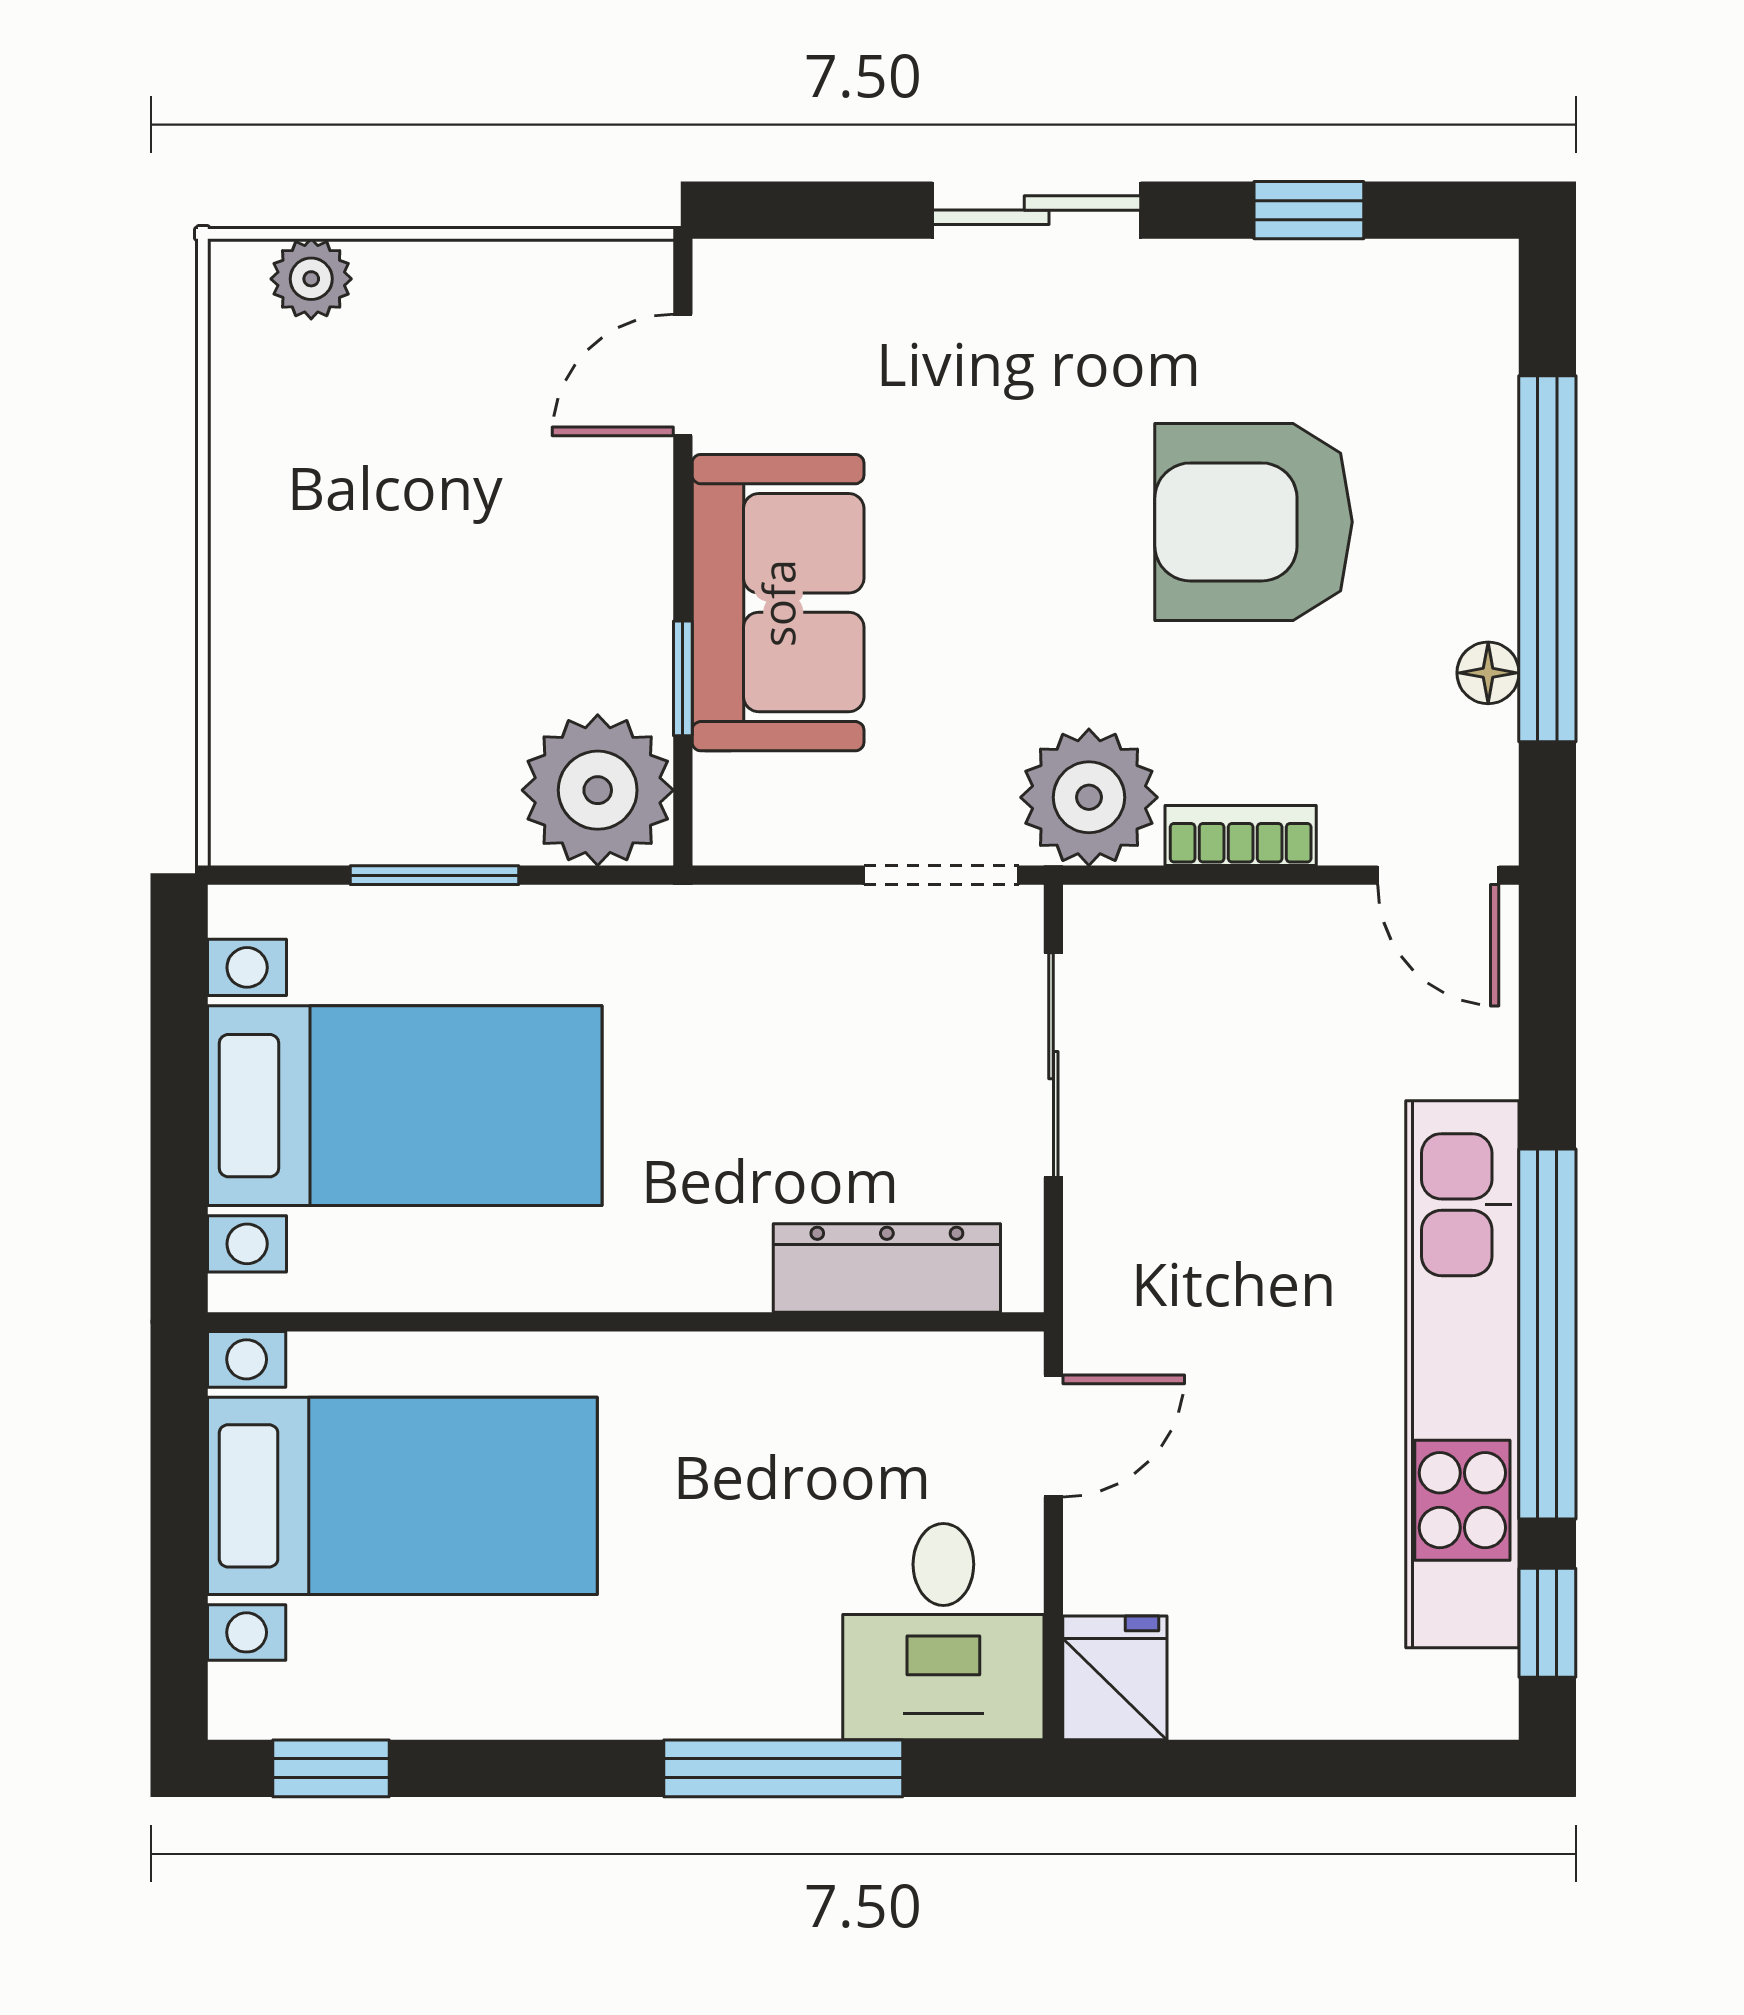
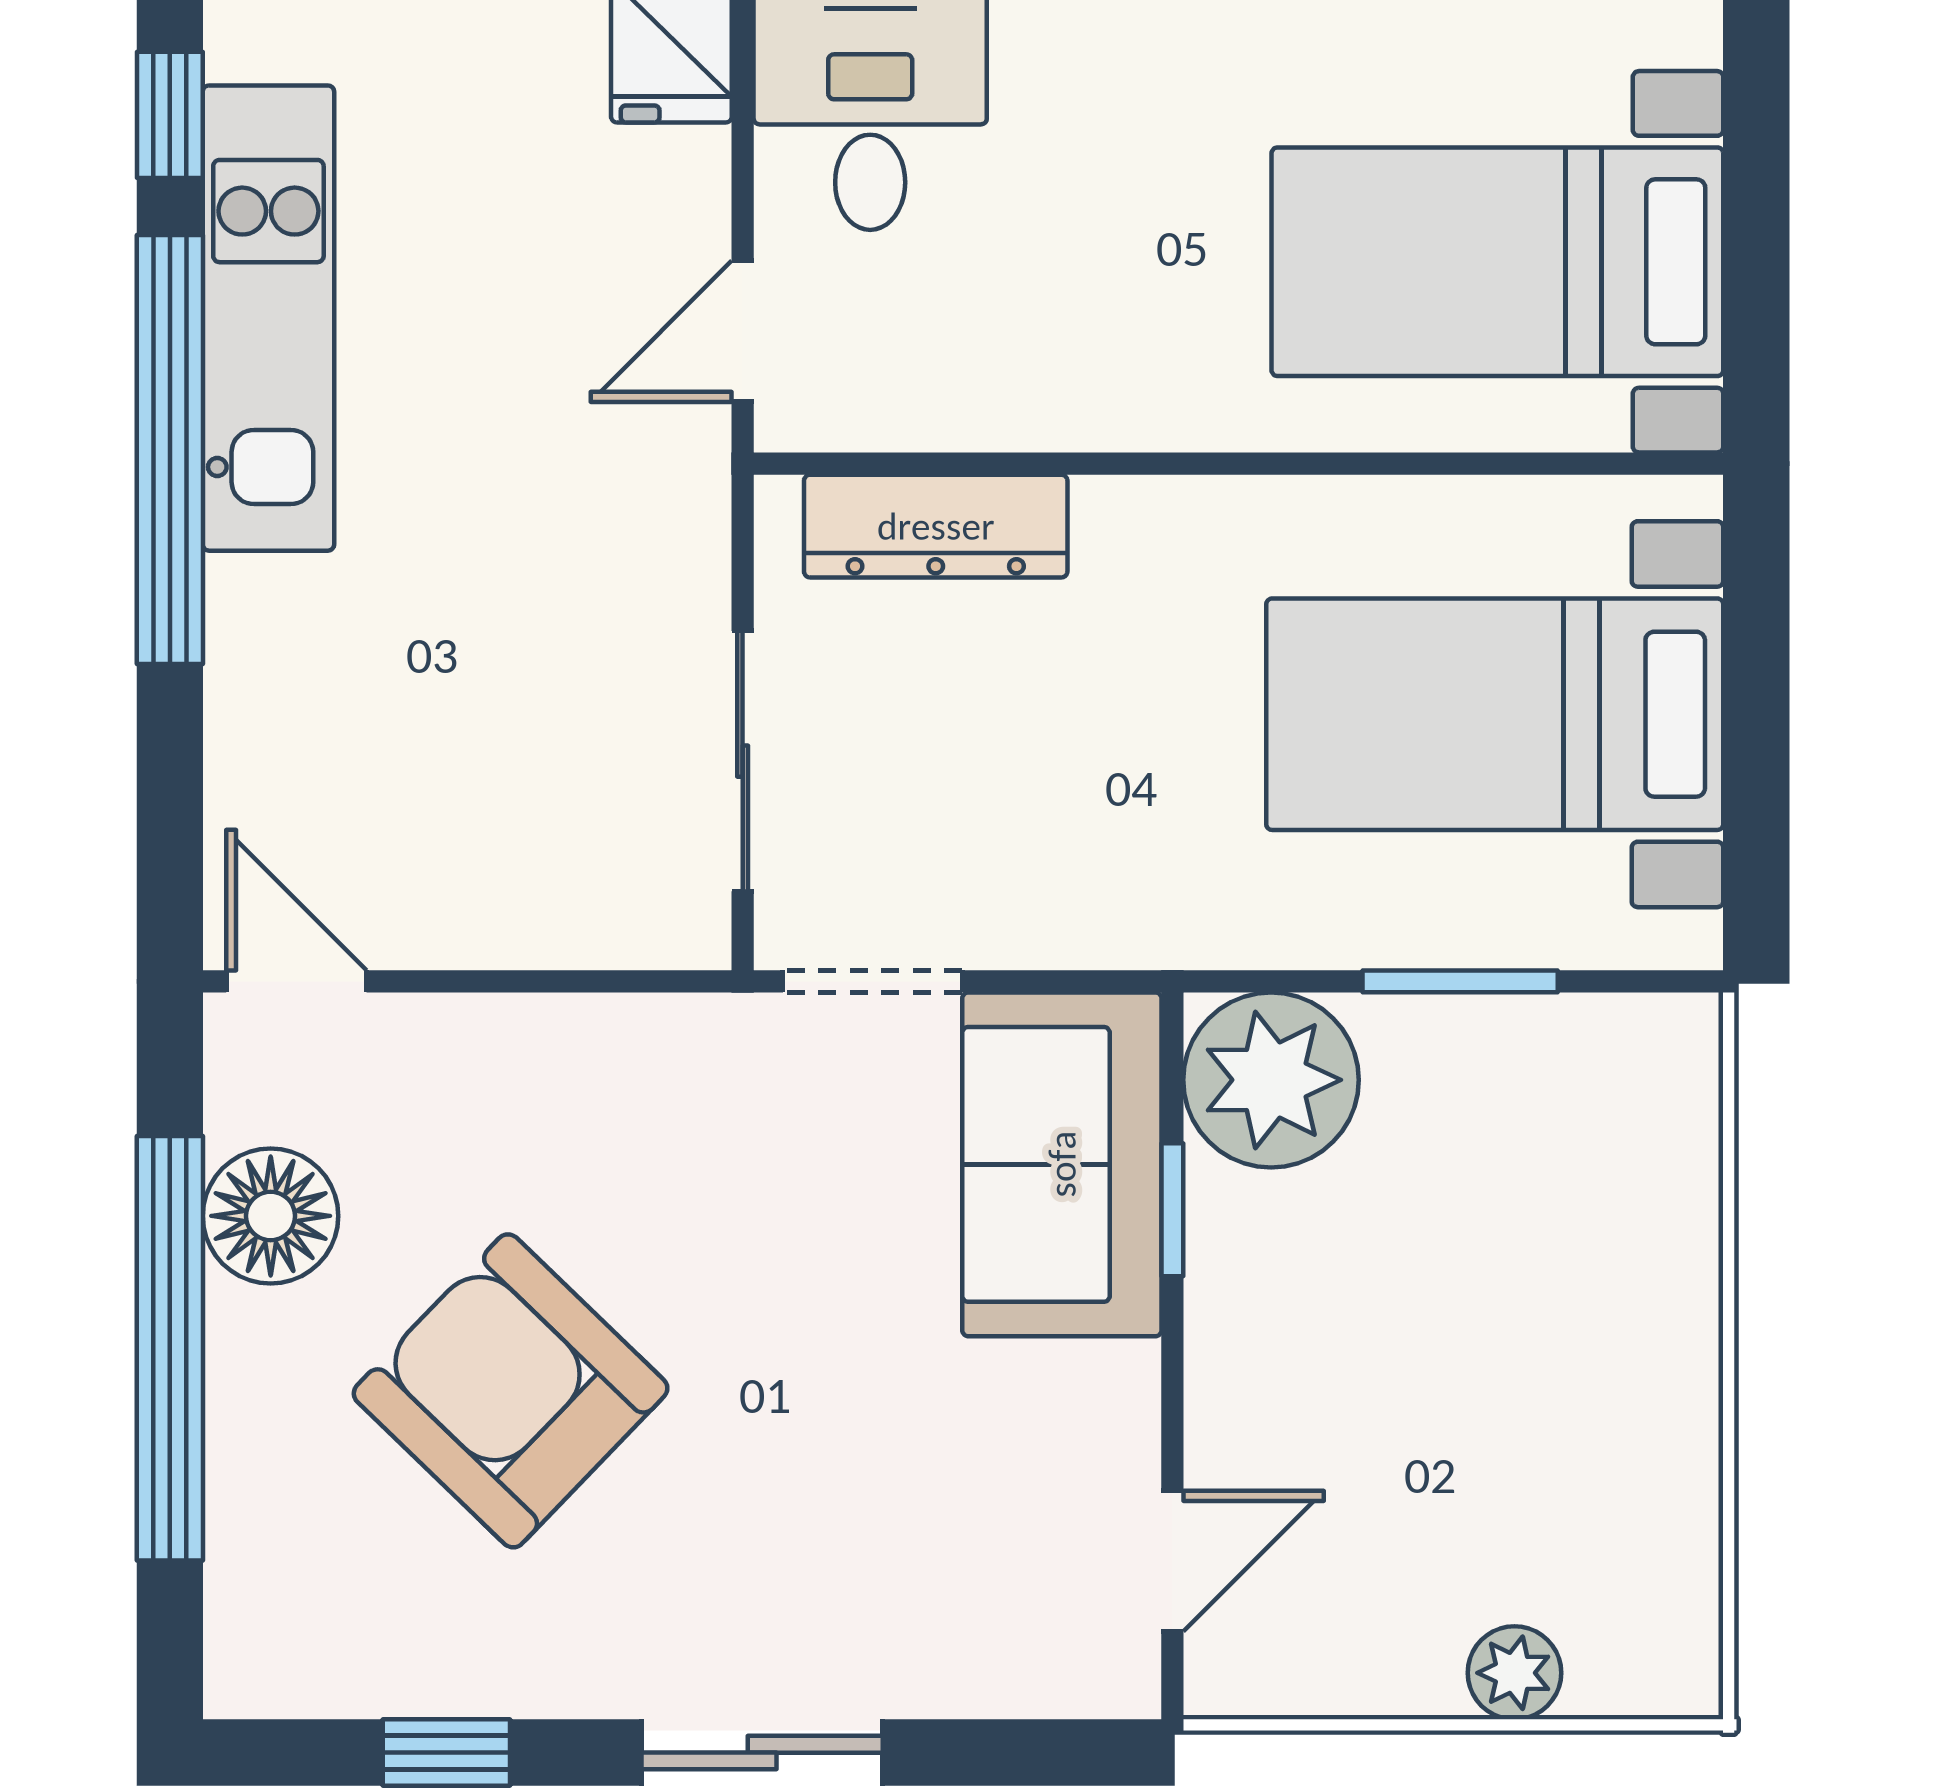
plant: (311, 279) -> (1514, 1673), moved
armchair: (1254, 522) -> (511, 1391), turned -136
sofa: (778, 603) -> (1062, 1164), moved
floor lamp: (1488, 673) -> (271, 1216), width x1.89, depth x1.89
plant: (1089, 797) -> (701, 1072), removed
bookcase: (1241, 836) -> (526, 1027), removed
kitchen unit: (1462, 1374) -> (268, 318), width x0.73

